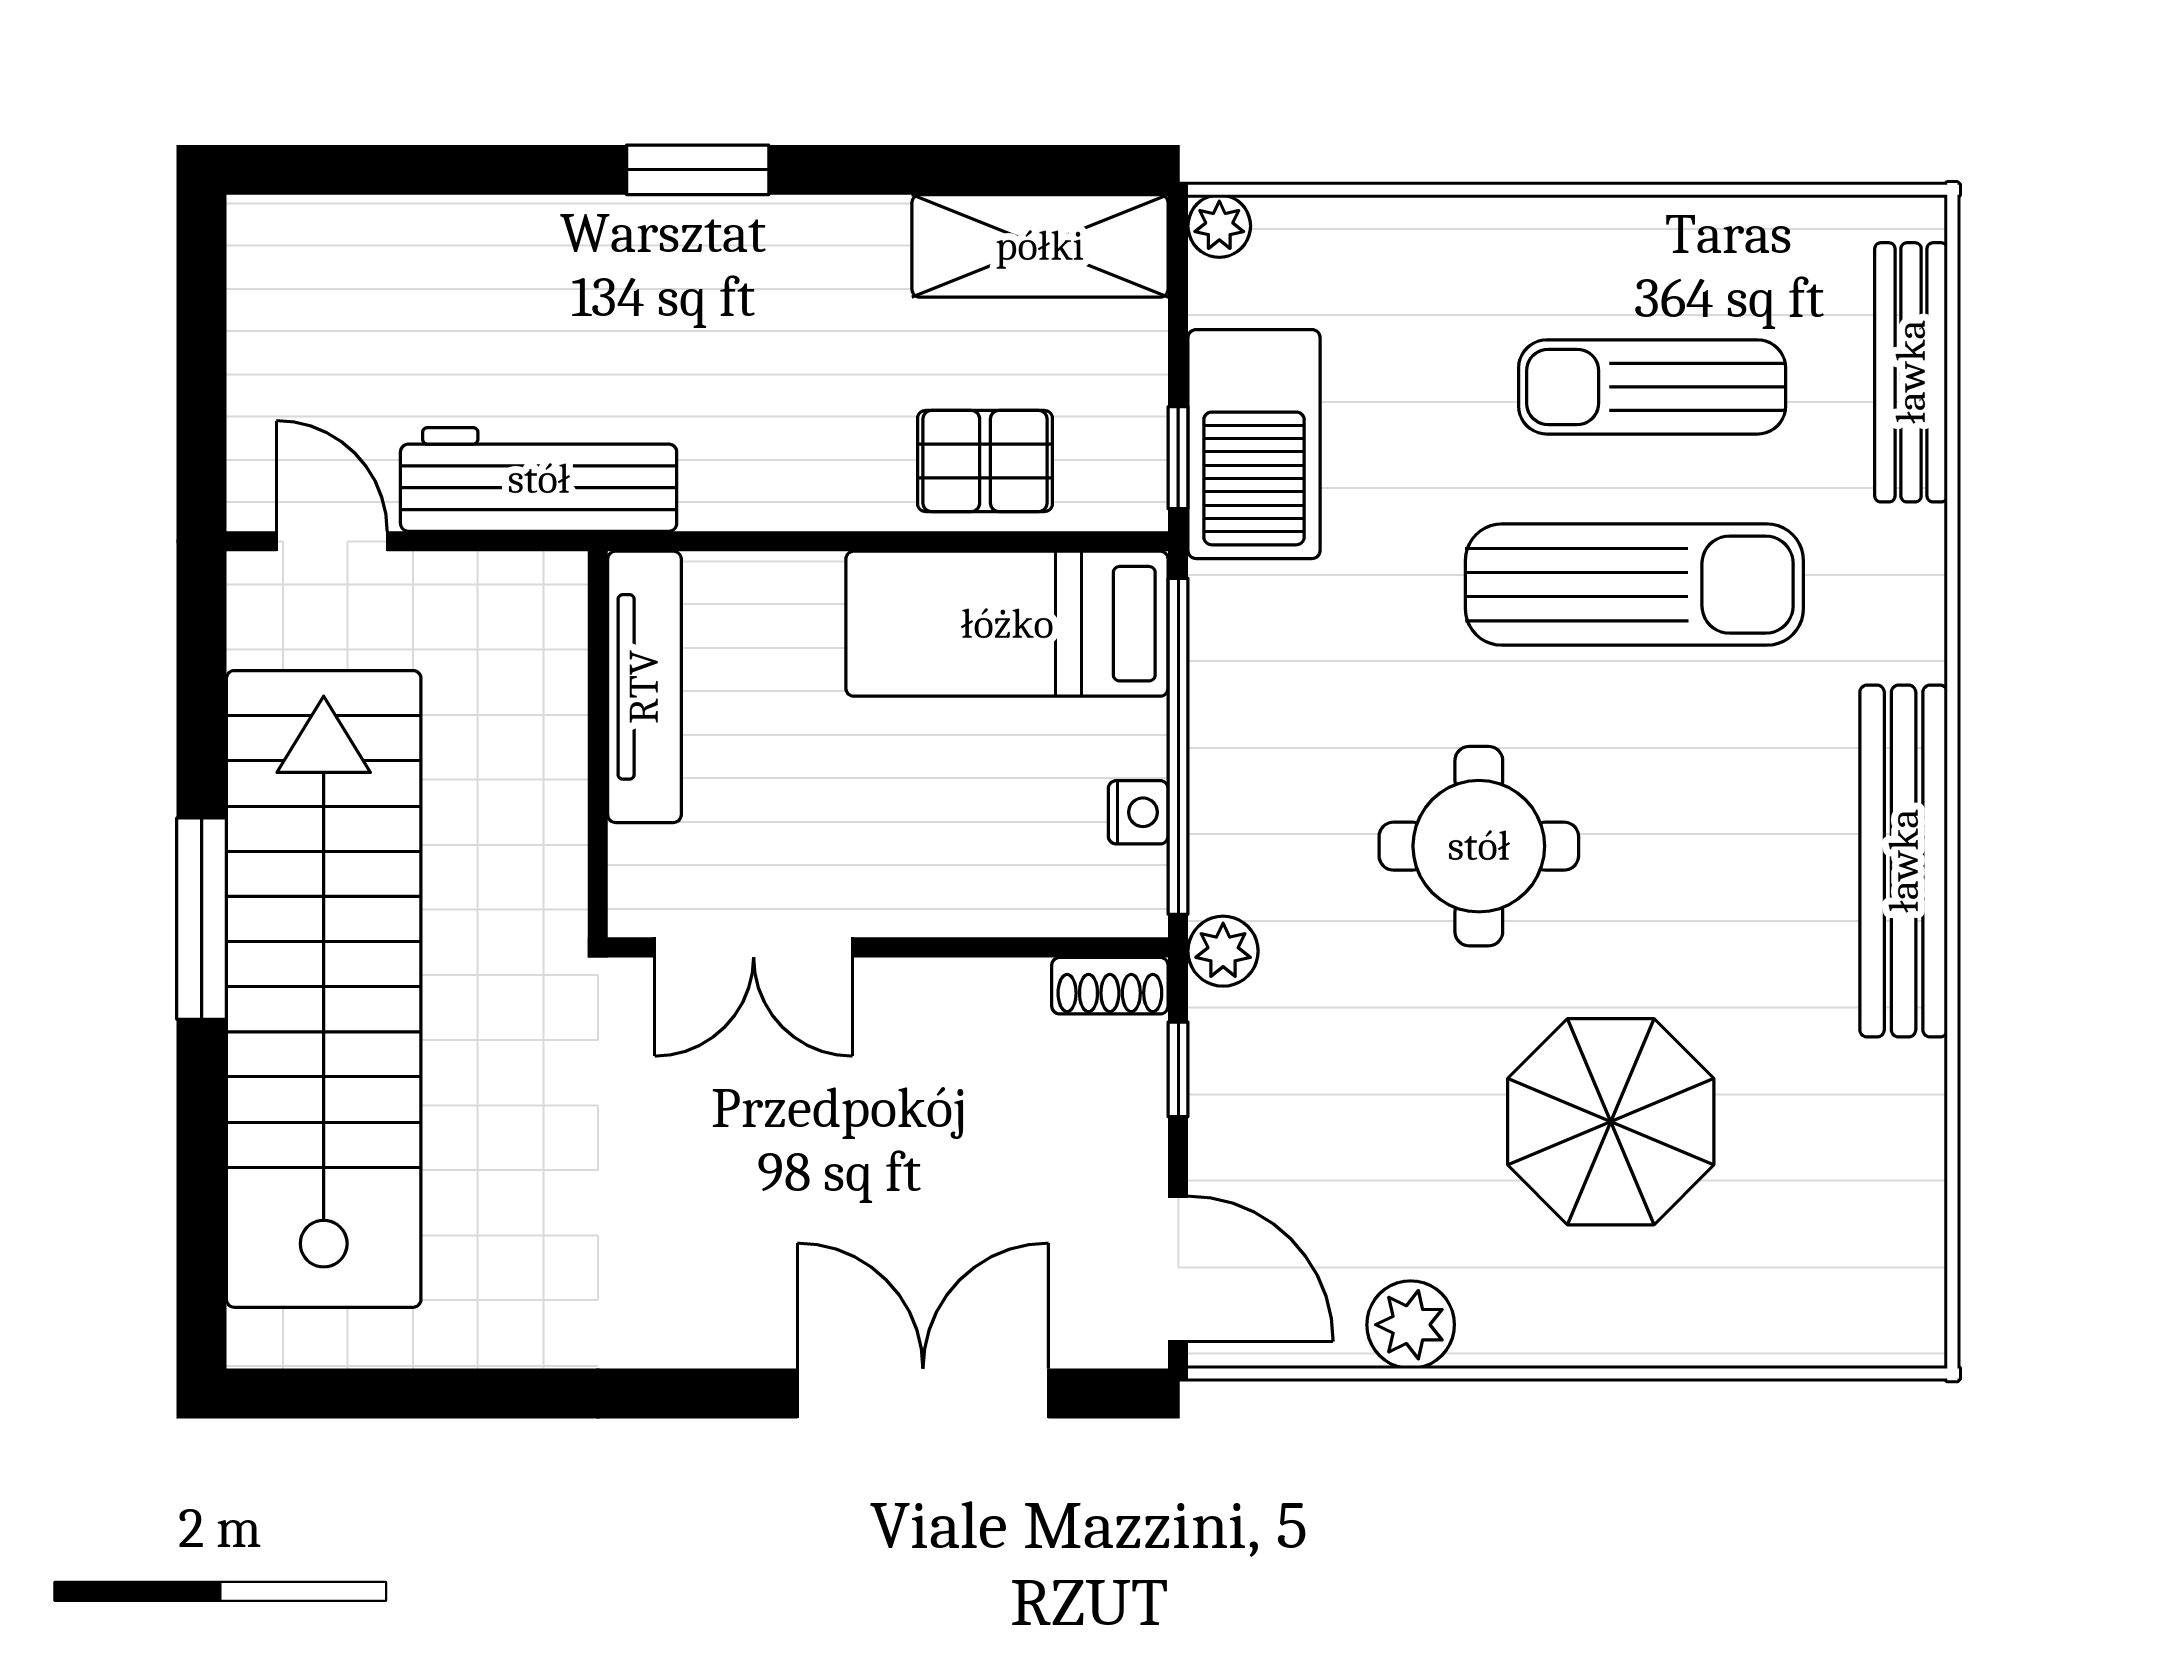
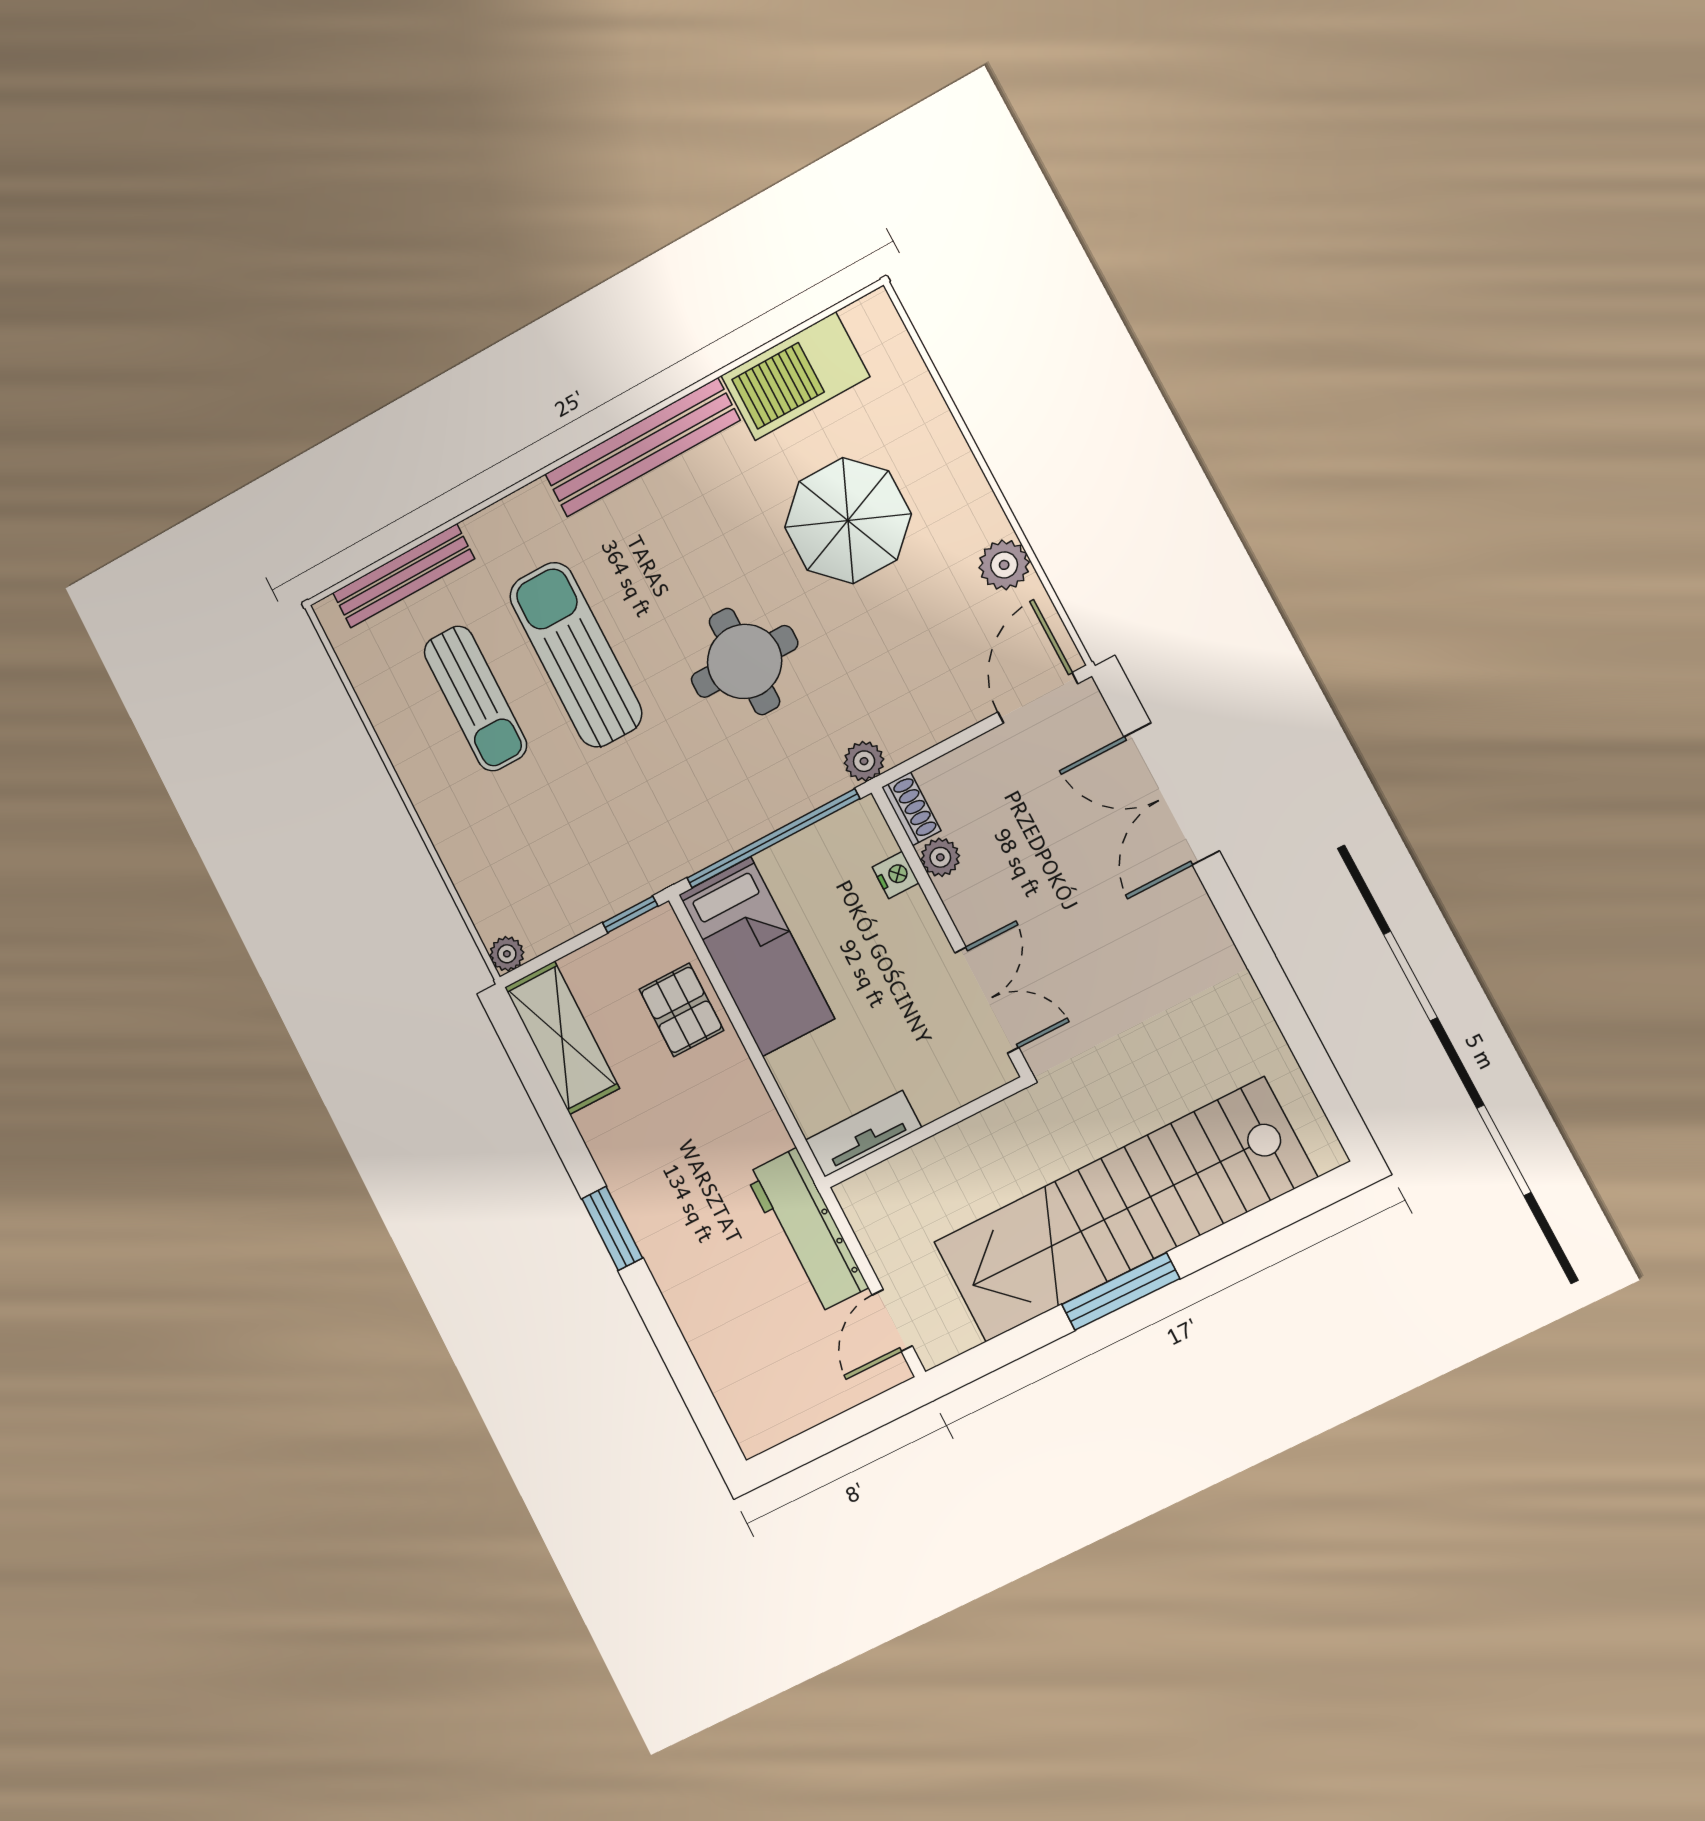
barbecue: (1254, 444) -> (795, 376), moved, turned 180
tv unit: (644, 687) -> (863, 1134), width x0.71
nightstand: (1138, 812) -> (896, 875), moved, turned 90
plant: (1011, 991) -> (940, 857), added
window: (1178, 1069) -> (936, 752), removed

